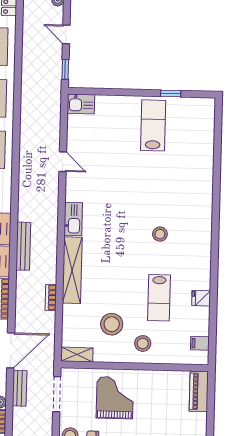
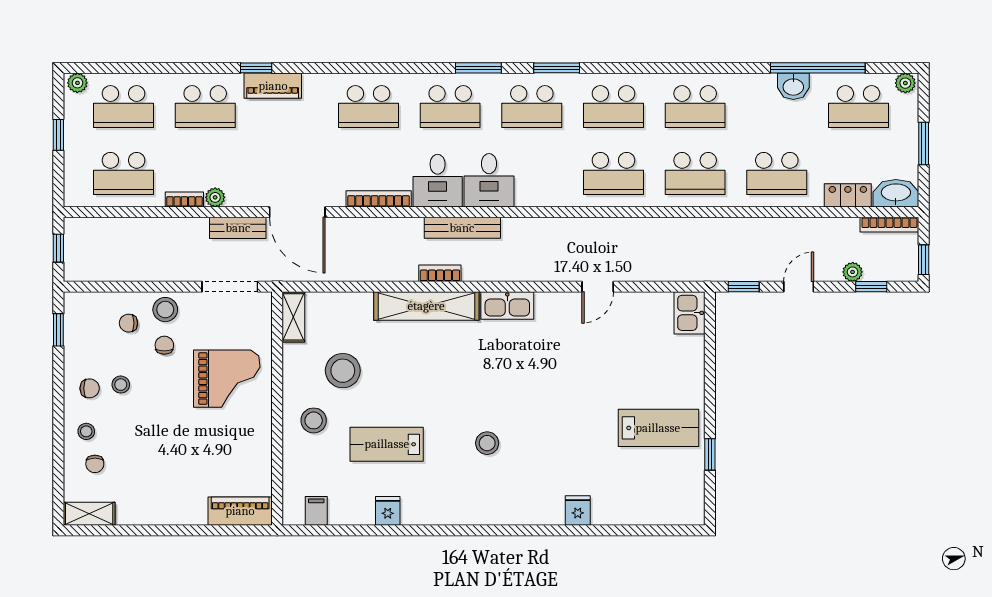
fridge: (204, 178) -> (578, 511), added
bookcase: (51, 297) -> (440, 273), moved

